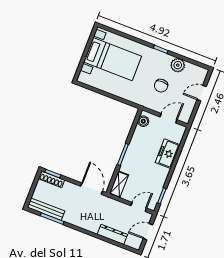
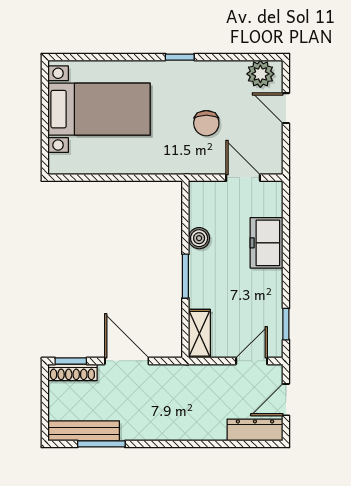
plant: (178, 65) -> (260, 74), moved
door: (202, 93) -> (286, 108), hinge flipped
door: (168, 118) -> (243, 178), hinge flipped
boiler: (143, 121) -> (199, 238), moved
door: (92, 189) -> (127, 361), moved
dresser: (112, 234) -> (255, 430), moved

